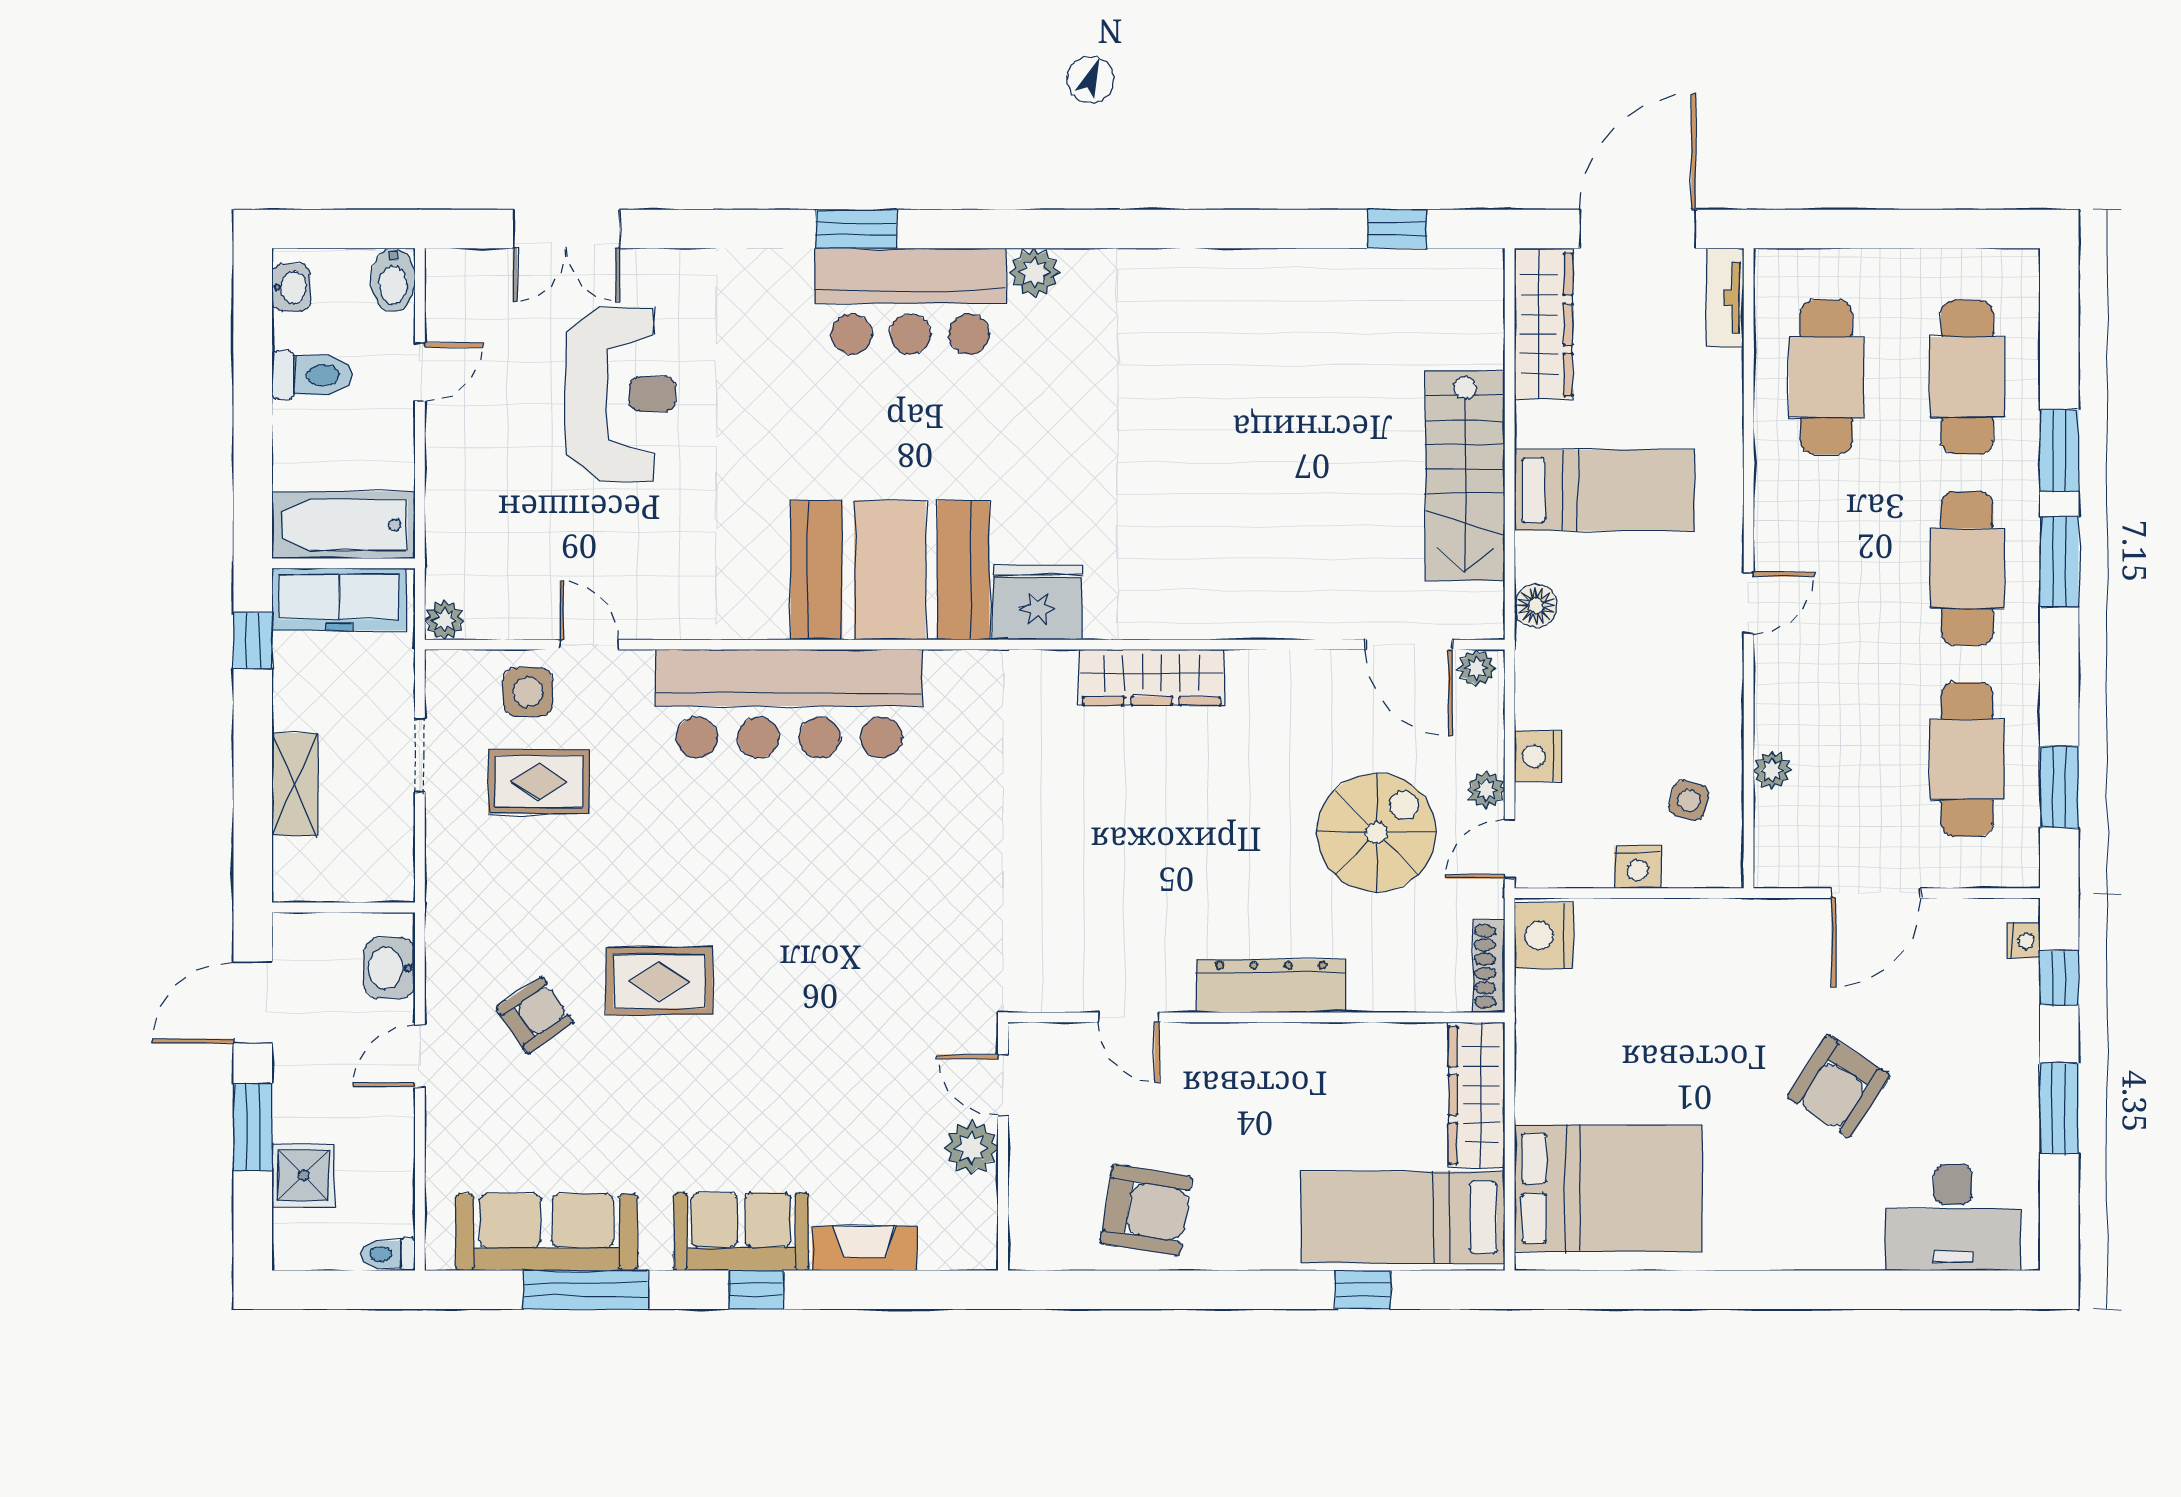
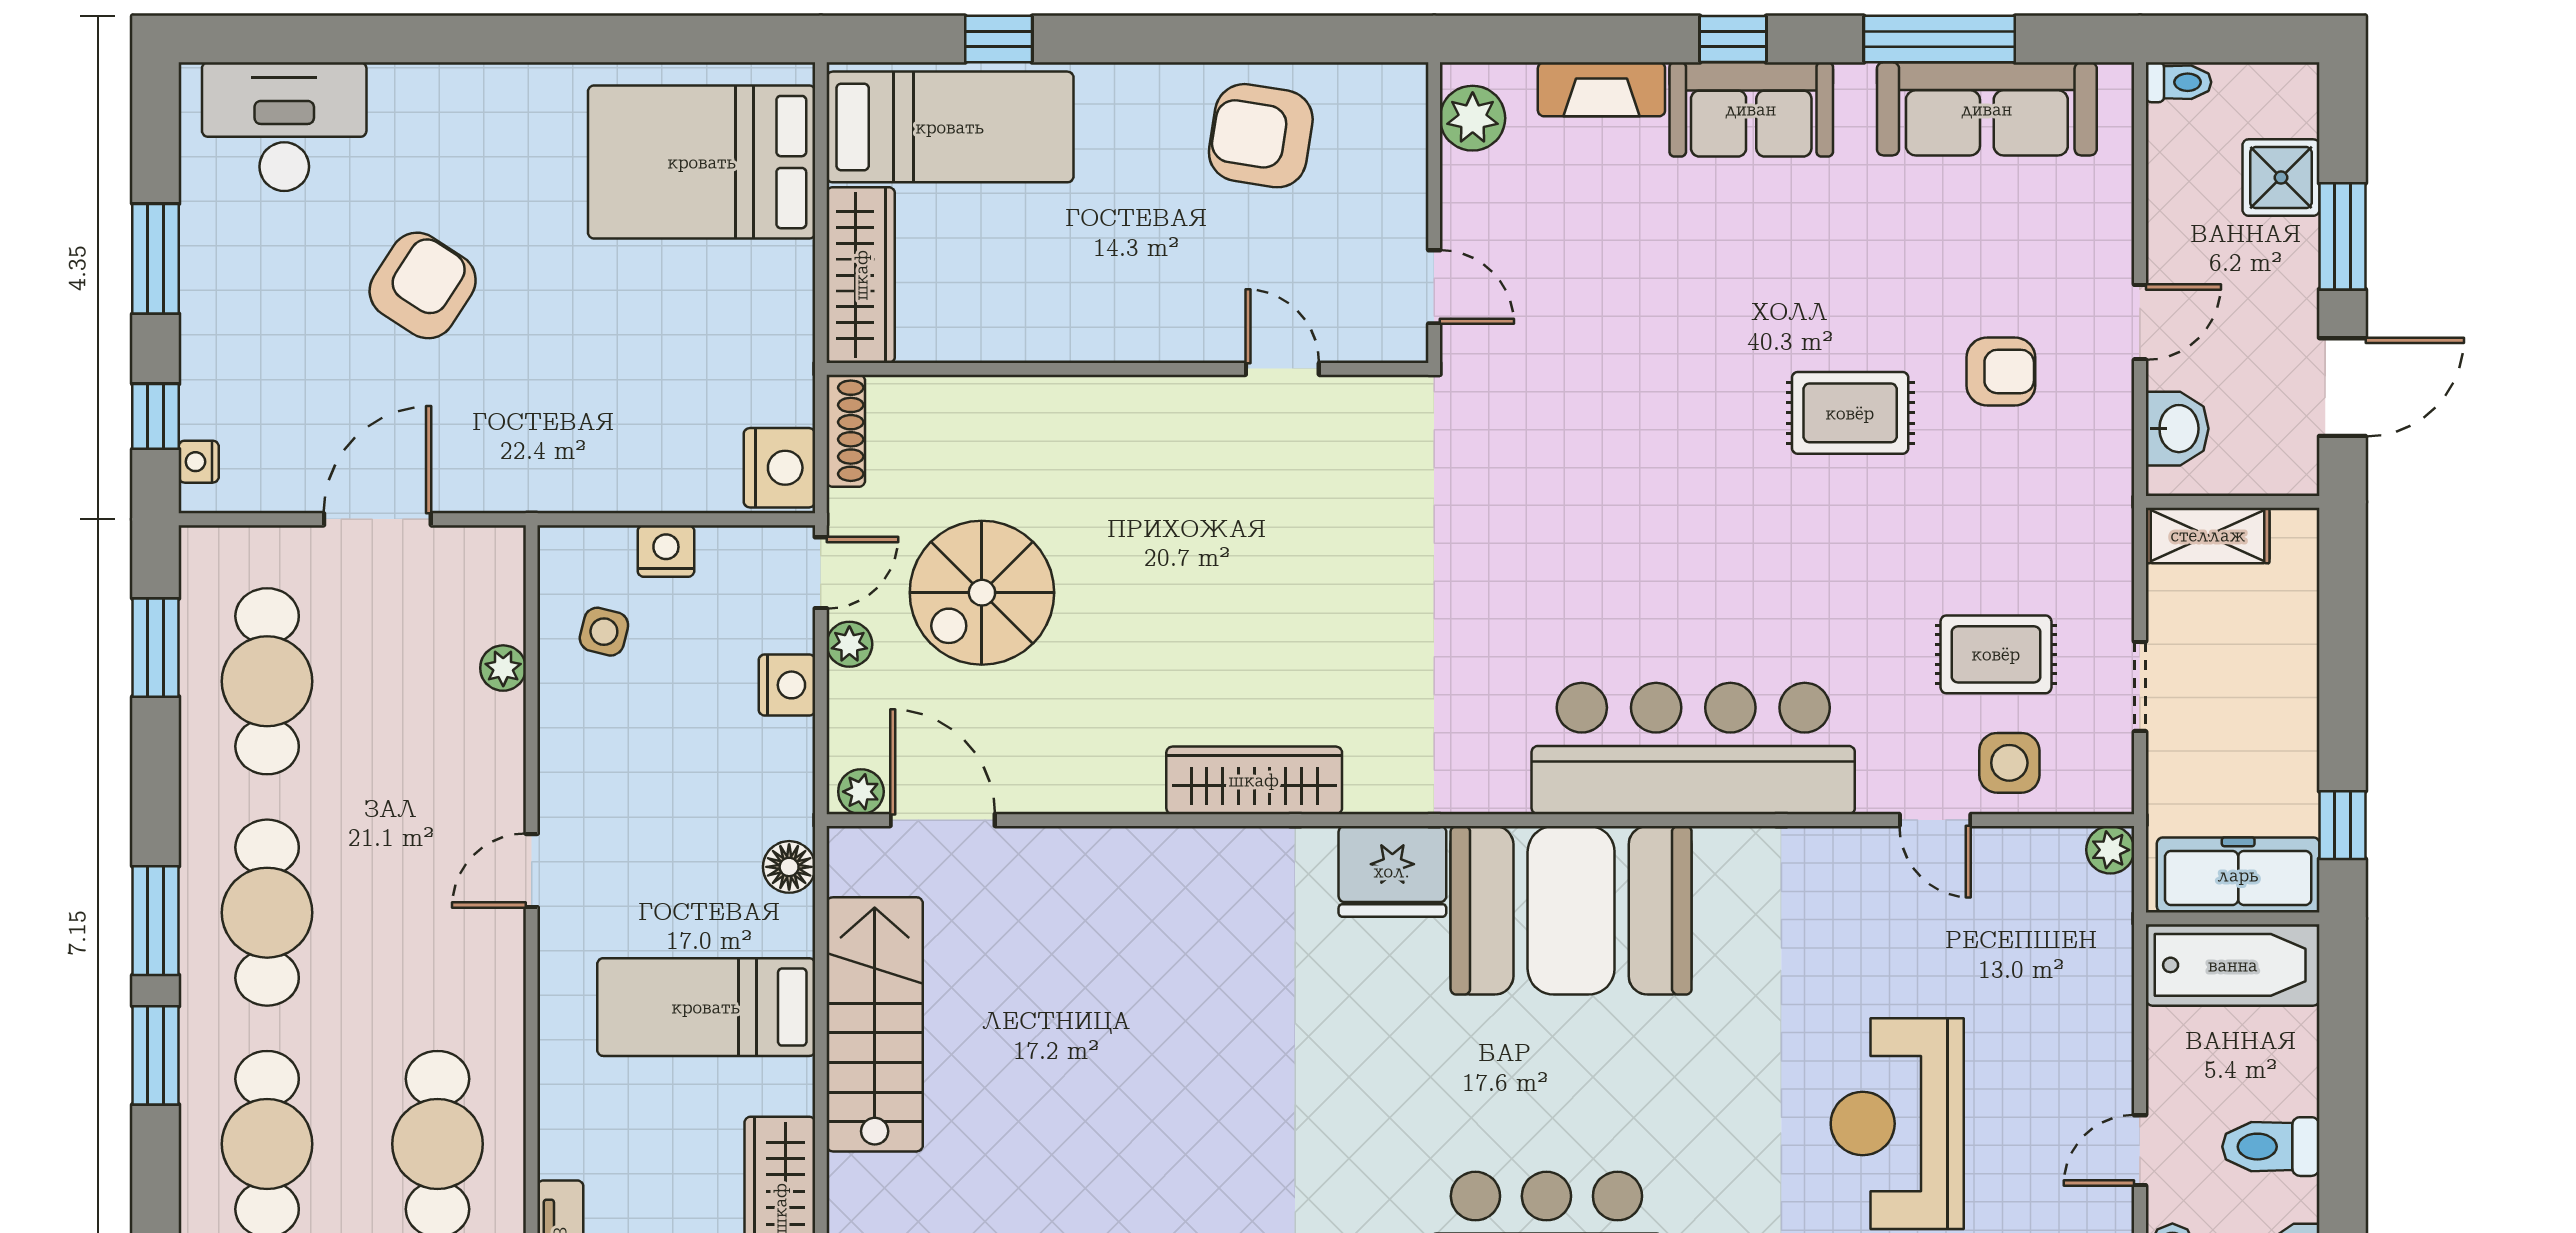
shelving: (295, 784) -> (2208, 535), moved, turned 90
dresser: (1271, 986) -> (1110, 407), removed
armchair: (535, 1015) -> (2001, 371), turned -145
plant: (971, 1148) -> (1473, 118), moved

